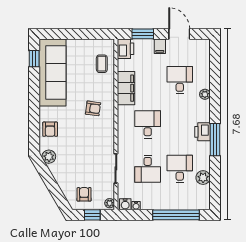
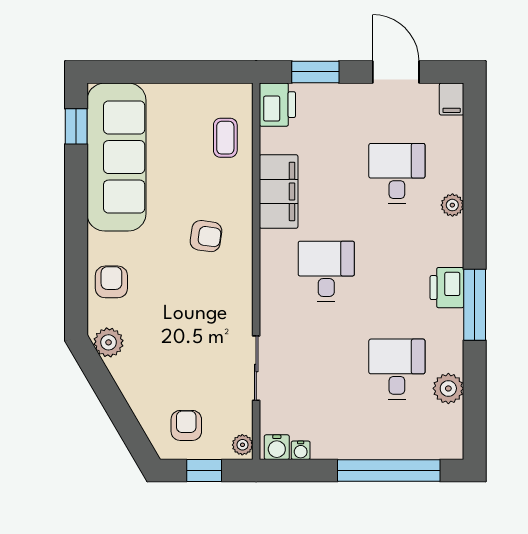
filing cabinet: (160, 46) -> (452, 99), moved
armchair: (50, 129) -> (111, 282), turned 180
desk: (148, 169) -> (326, 369), removed

